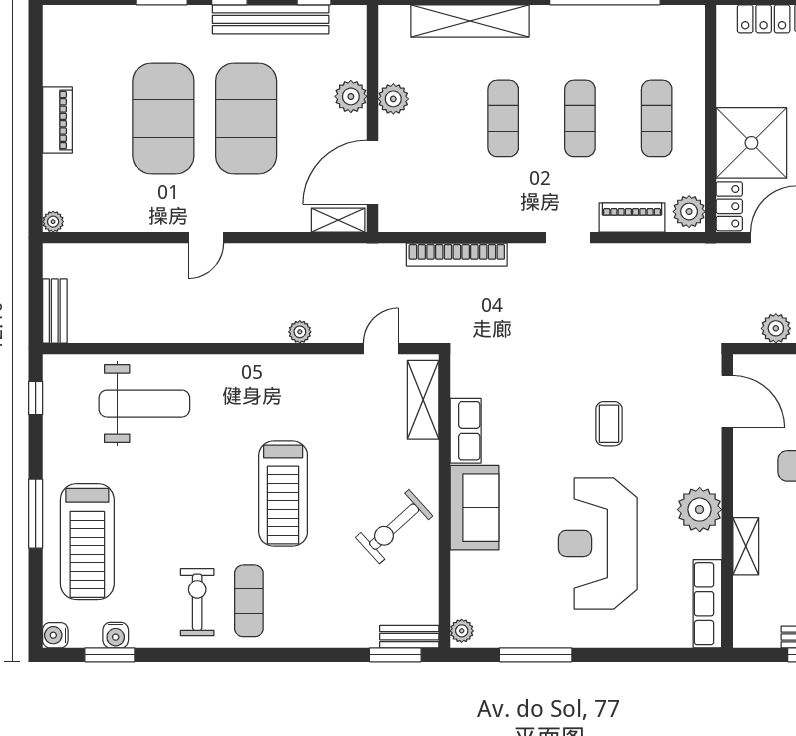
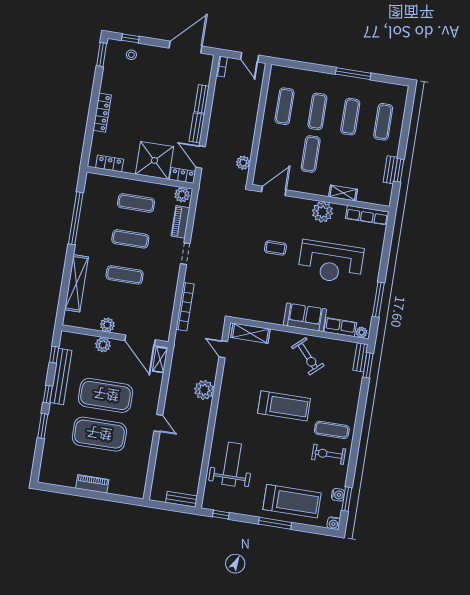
locker: (764, 19) -> (110, 164), moved, turned -90
plant: (53, 222) -> (140, 493), removed
plant: (300, 332) -> (204, 390), width x1.87, depth x1.87
row of seats: (466, 431) -> (340, 327), moved

